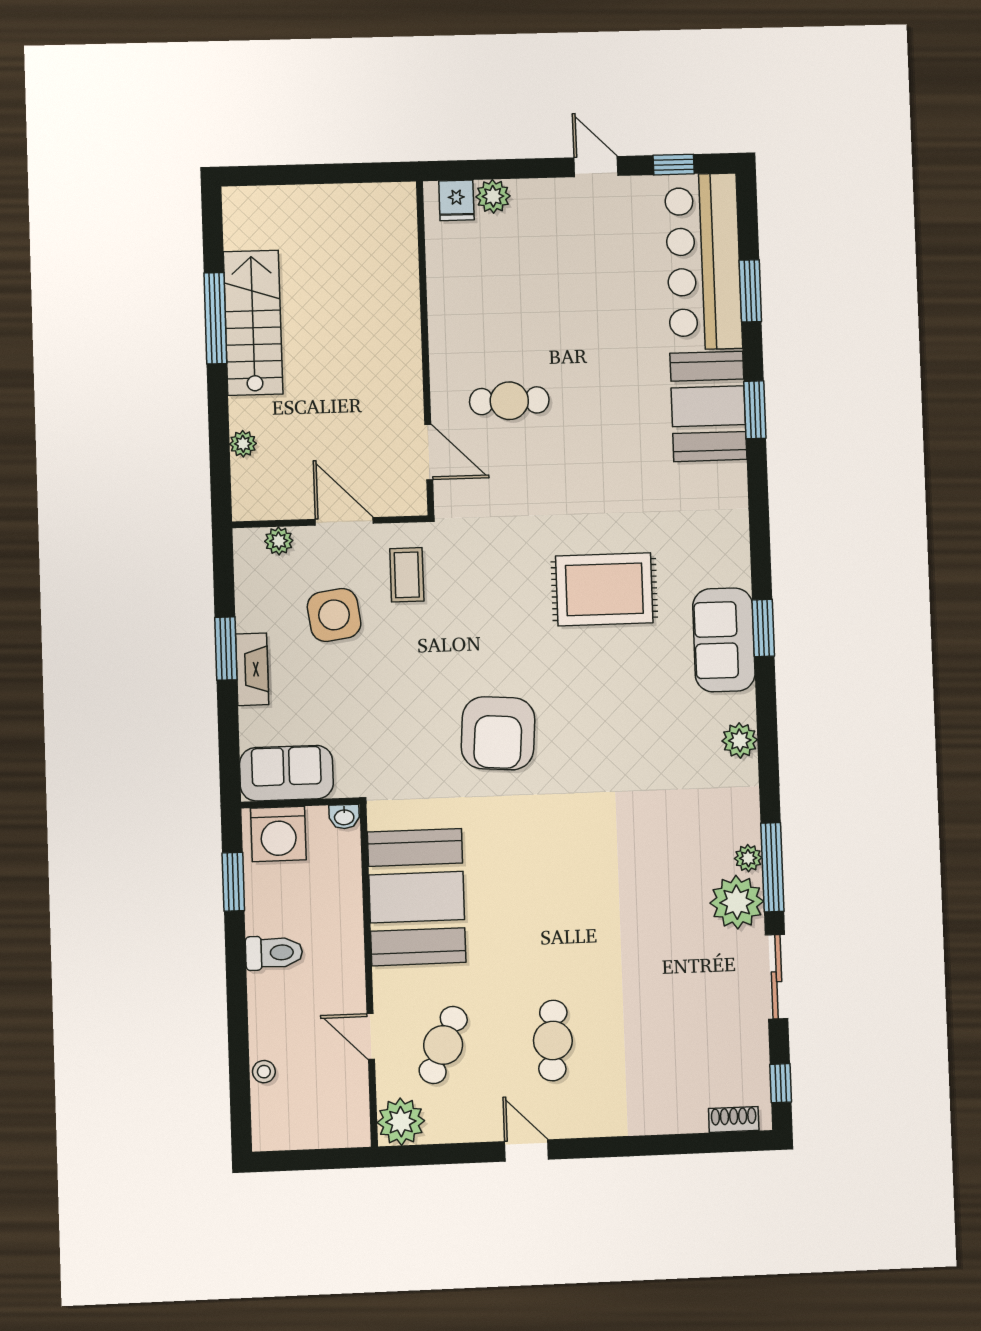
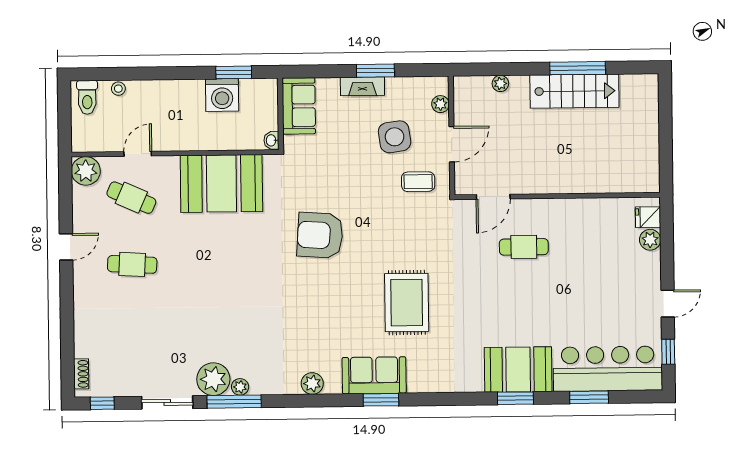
cafe table: (509, 401) -> (524, 247), turned 90
washing machine: (278, 834) -> (222, 95), moved, turned -90
toilet: (274, 953) -> (87, 97), moved

